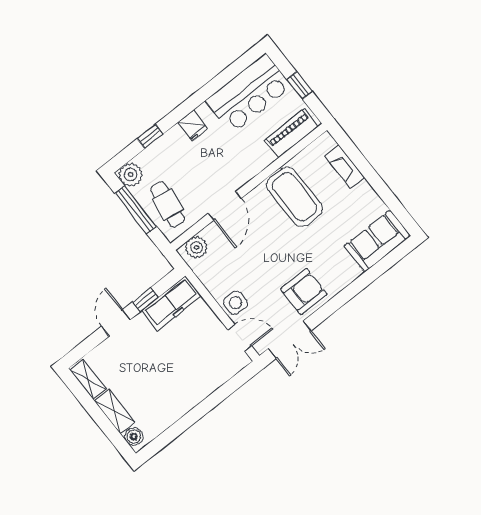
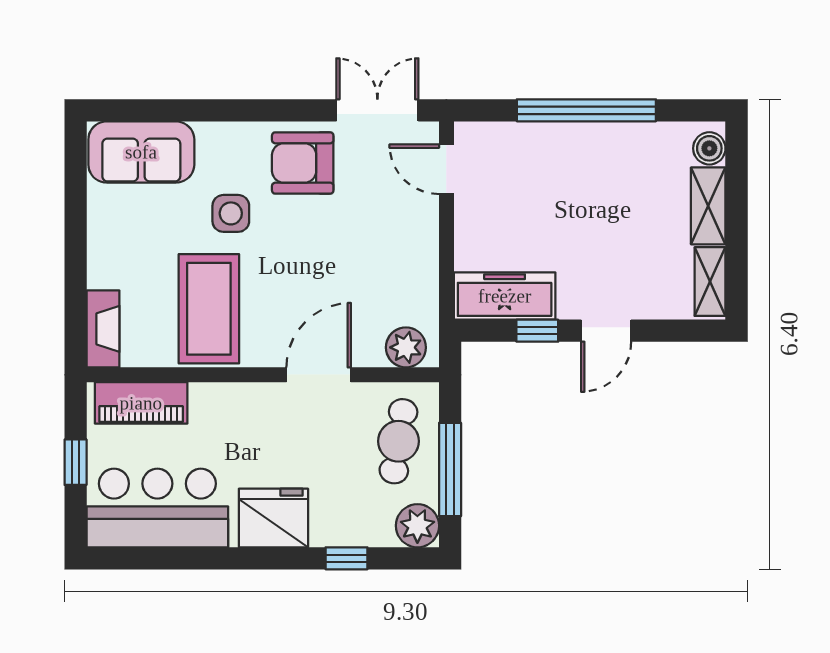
fridge: (193, 126) -> (273, 518), width x1.88, depth x1.34
fireplace: (345, 167) -> (103, 329), moved
side table: (236, 303) -> (231, 213), moved
window: (200, 411) -> (586, 110), added

